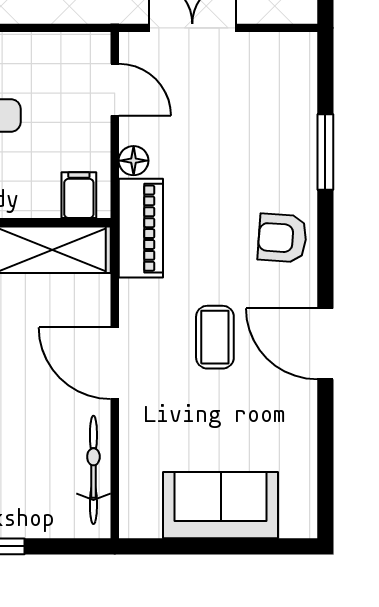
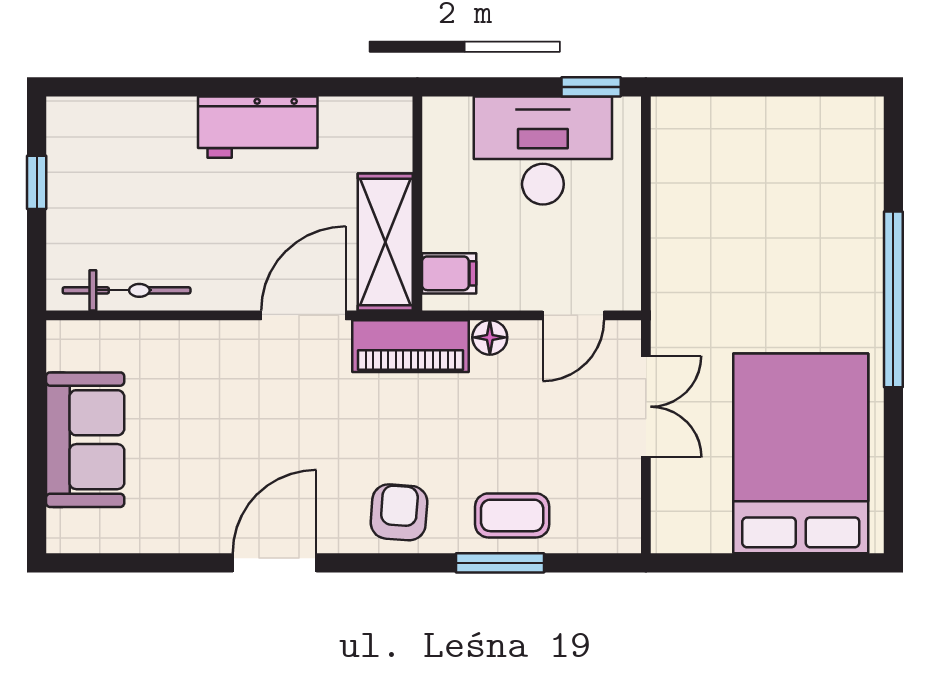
coffee table: (215, 337) -> (512, 515), moved
door: (115, 363) -> (303, 315), moved

